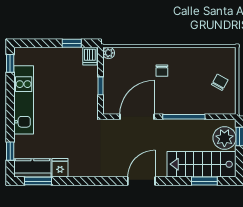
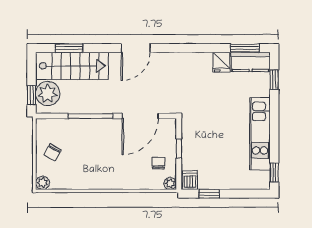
plant: (229, 54) -> (42, 183), added
chair: (162, 71) -> (158, 163), moved

